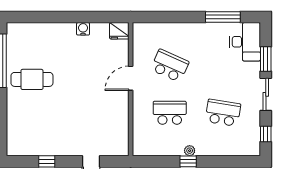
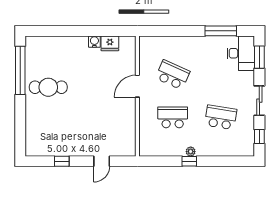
fridge: (119, 31) -> (110, 43), moved
window: (266, 59) -> (259, 57), moved

